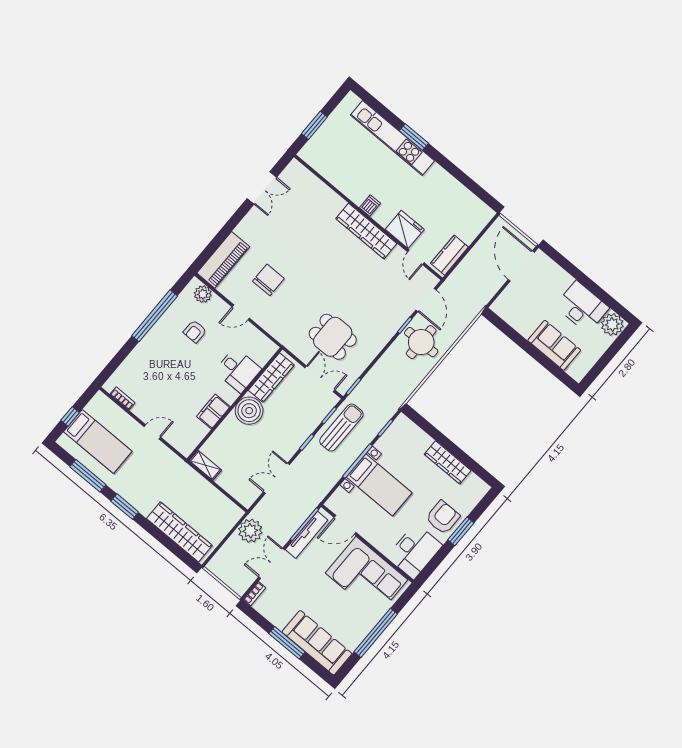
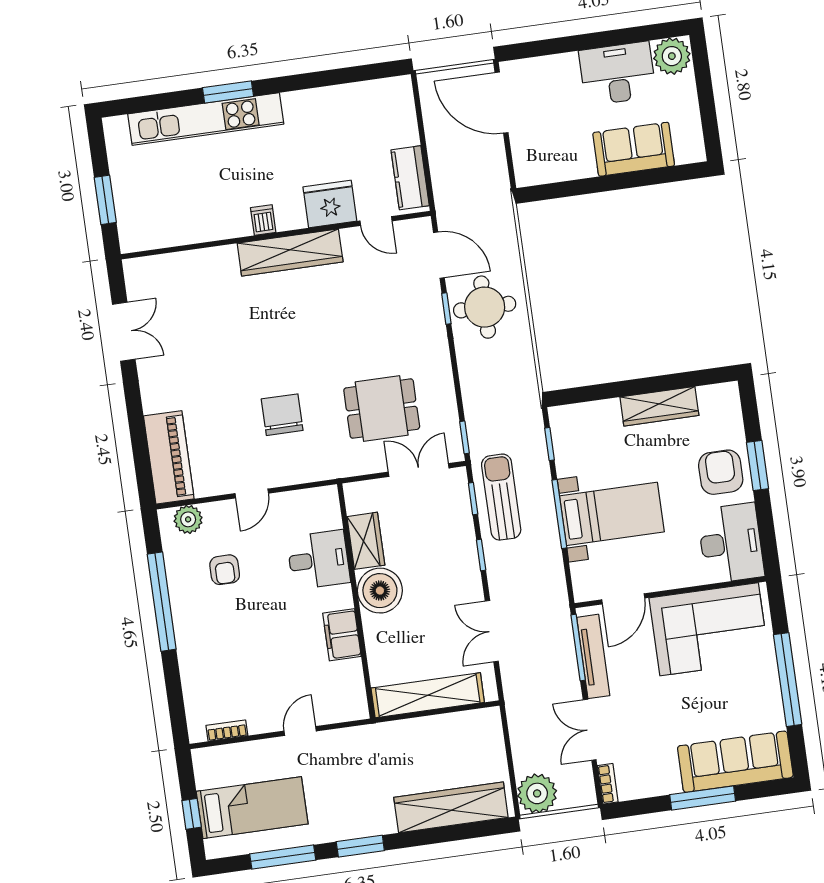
chair: (268, 280) -> (282, 415), moved
wardrobe: (271, 378) -> (366, 541), width x0.67
shelving: (205, 465) -> (428, 695), width x2.20, depth x1.33
plant: (250, 531) -> (537, 793), moved

